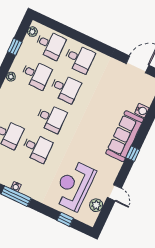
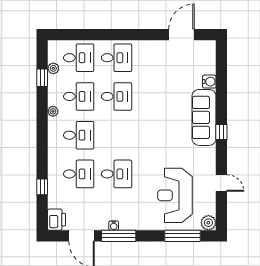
plant: (32, 32) -> (53, 68), moved
desk: (51, 118) -> (79, 135), moved
plant: (96, 205) -> (208, 223), moved
window: (65, 219) -> (183, 236), width x2.17

